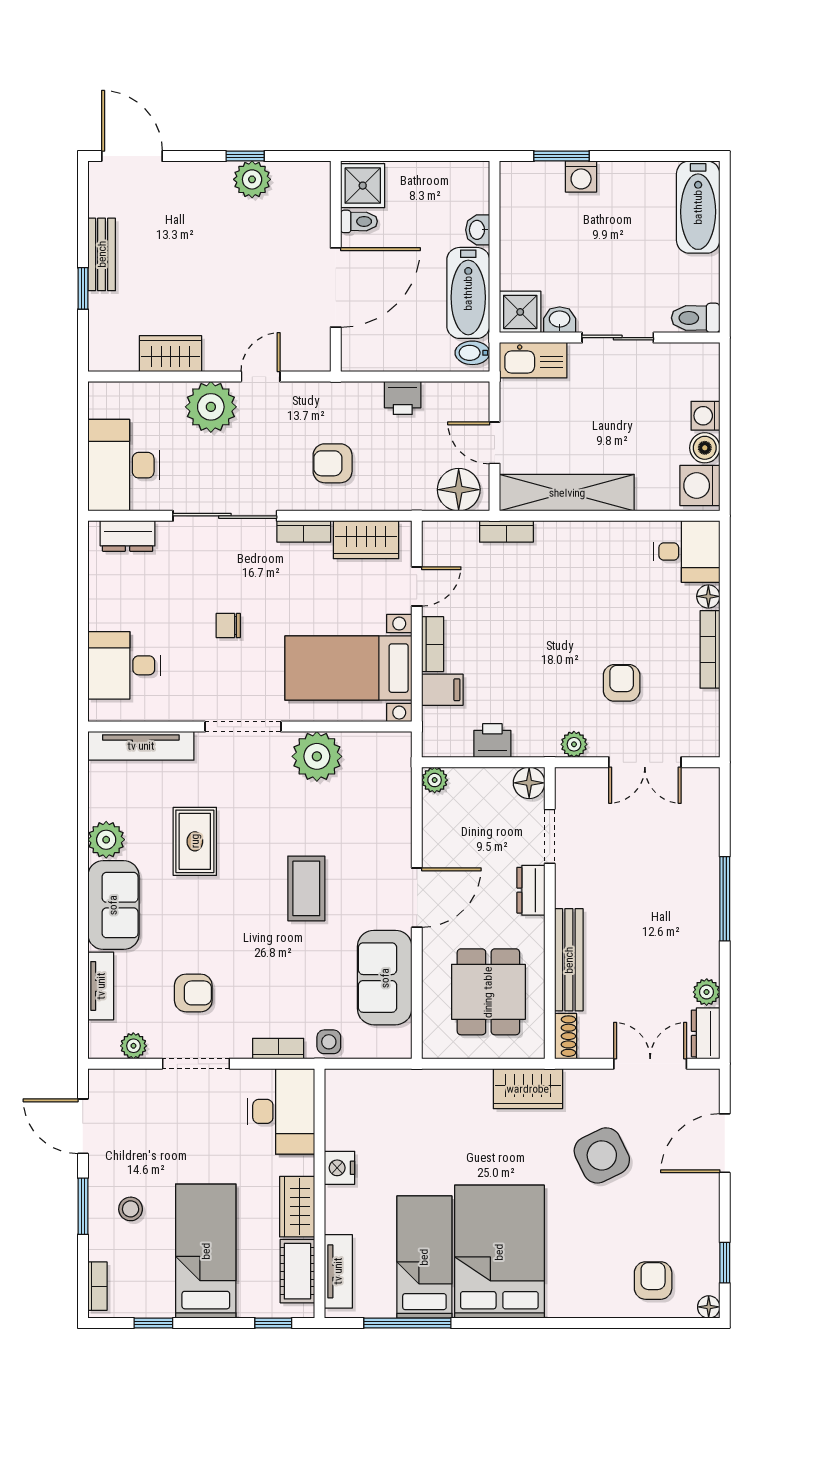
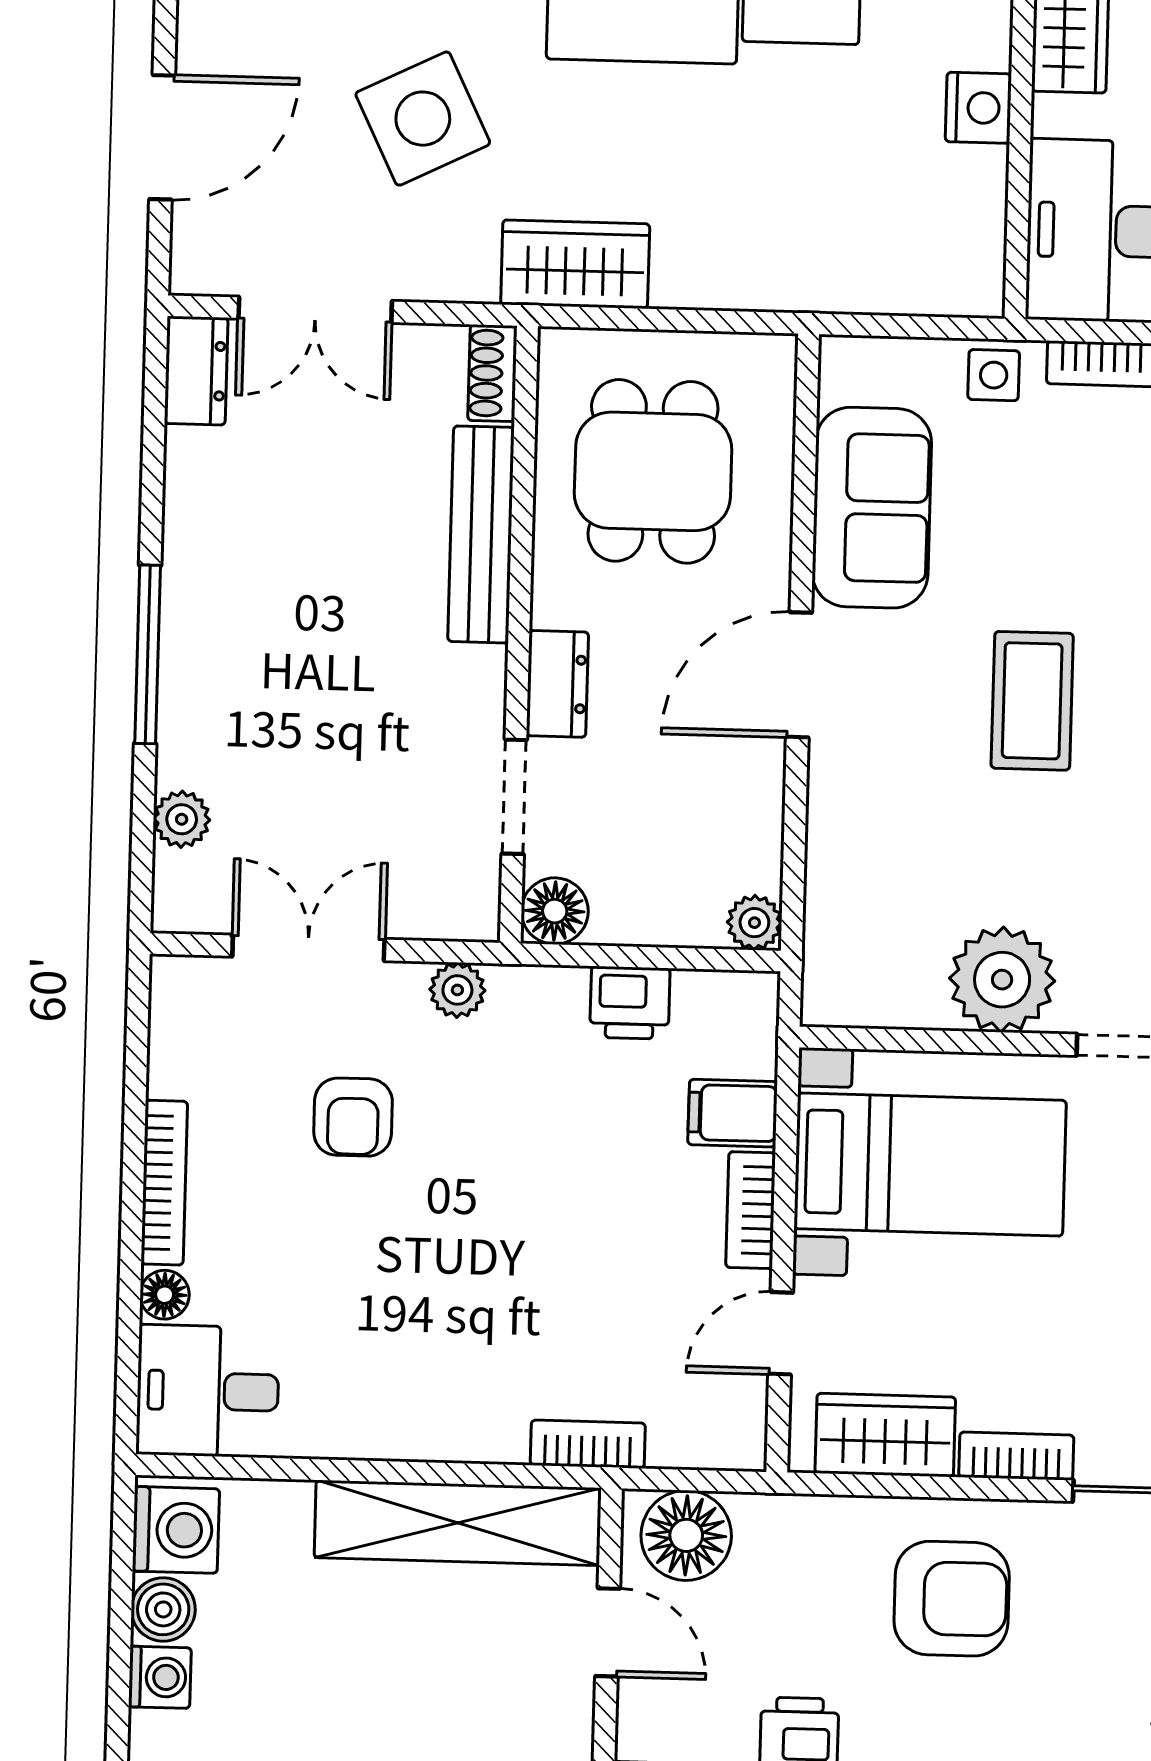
armchair: (333, 463) -> (952, 1599), width x1.38, depth x1.38
plant: (707, 992) -> (182, 819), moved

